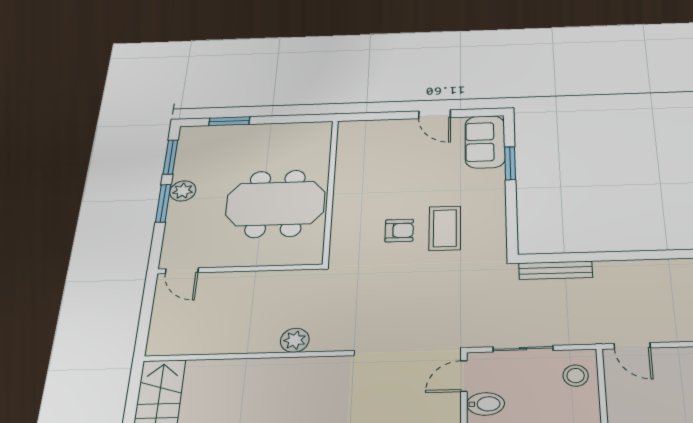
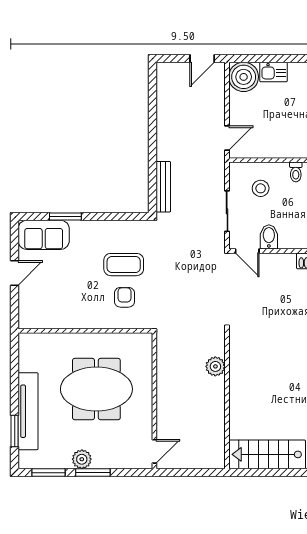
tv unit: (253, 134) -> (28, 411), added
wall: (330, 190) -> (85, 331), moved
meeting table: (275, 204) -> (96, 389), turned 90
stool: (576, 376) -> (261, 188), moved

